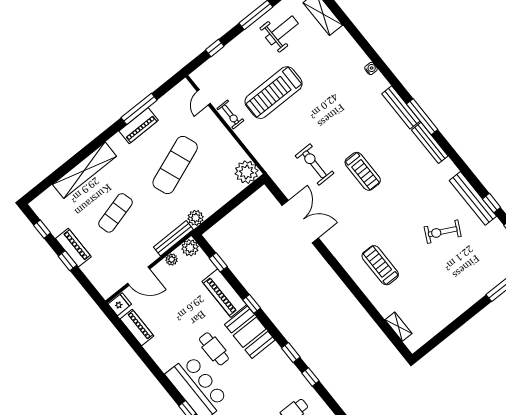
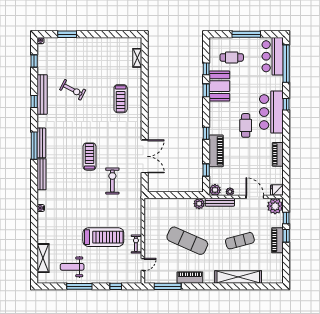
window: (139, 109) -> (168, 286), moved
window: (422, 117) -> (34, 146), moved
exercise bike: (315, 164) -> (112, 181), turned 180
exercise mat: (175, 165) -> (187, 241), turned 45
plant: (247, 172) -> (275, 206), moved
window: (492, 203) -> (34, 101), moved
double door: (300, 222) -> (145, 156), swing flipped
window: (42, 229) -> (286, 218), moved
piano: (137, 327) -> (278, 154), moved
booth: (250, 332) -> (219, 86), moved

